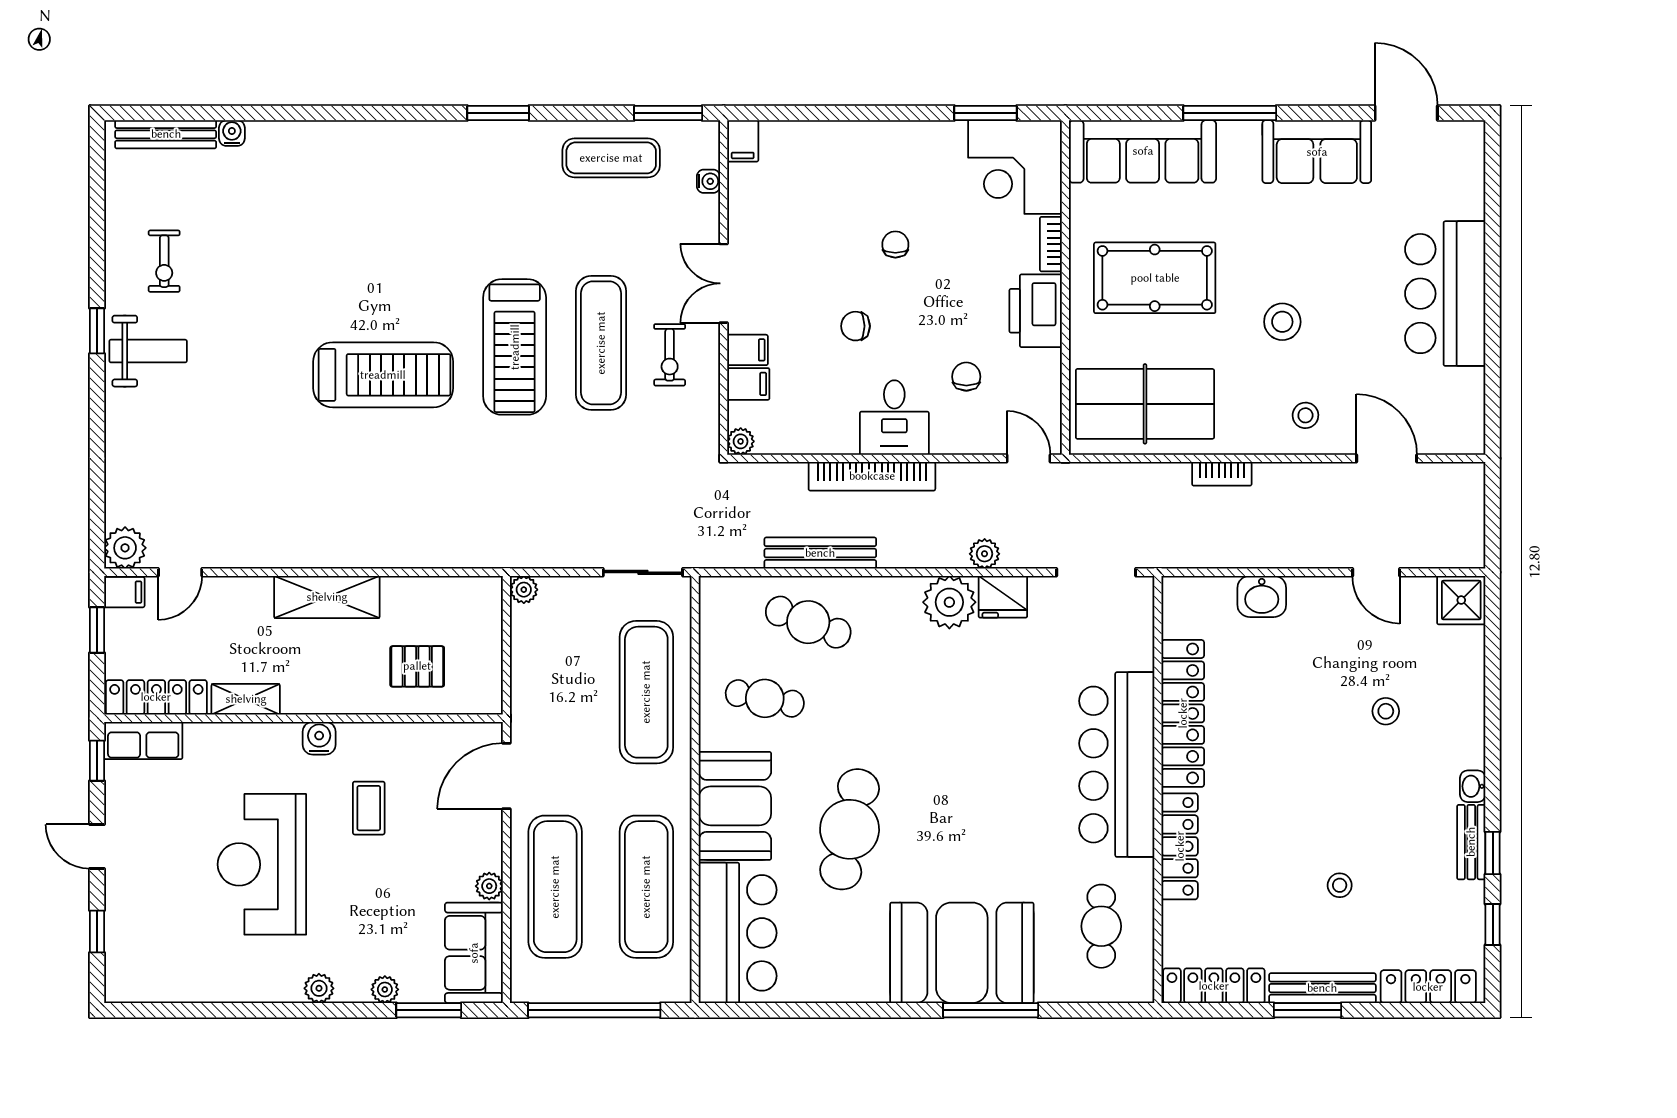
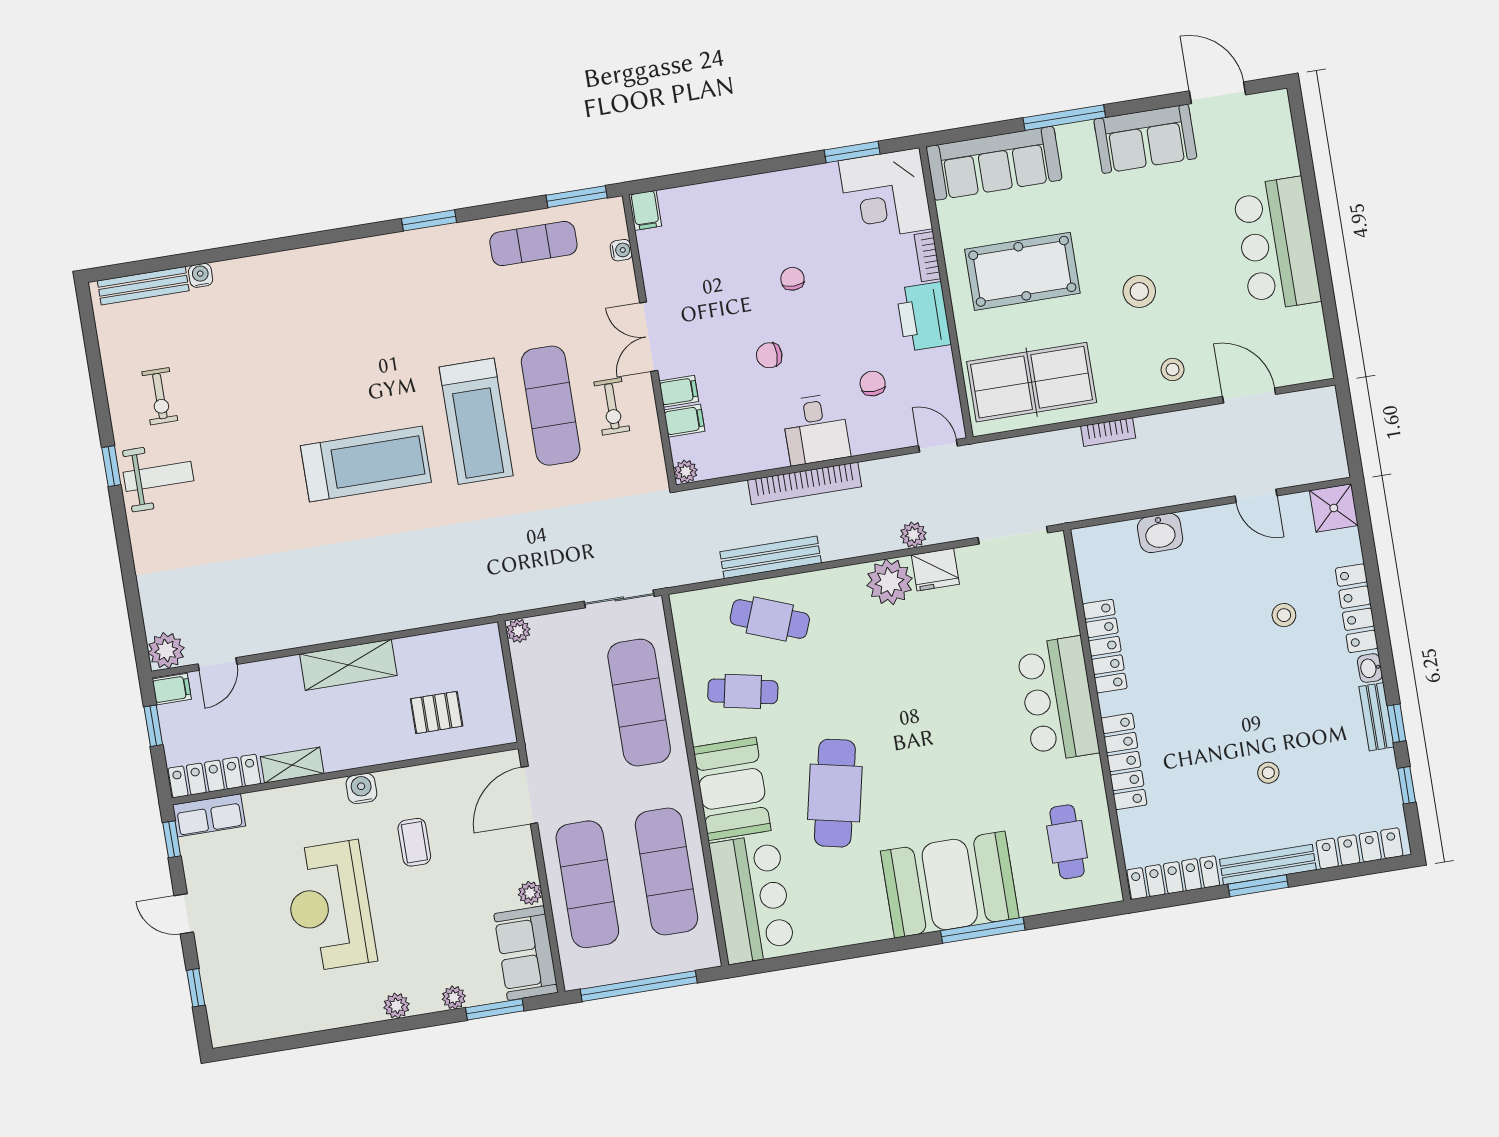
locker: (1183, 713) -> (1105, 646), width x0.71, depth x0.83
locker: (1469, 717) -> (1357, 608), added
bar counter: (1117, 765) -> (1058, 699), width x0.73

